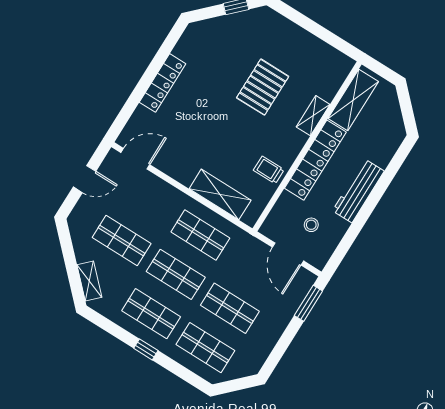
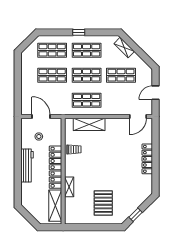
pallet: (263, 87) -> (103, 203), moved
window: (308, 303) -> (18, 100), removed

